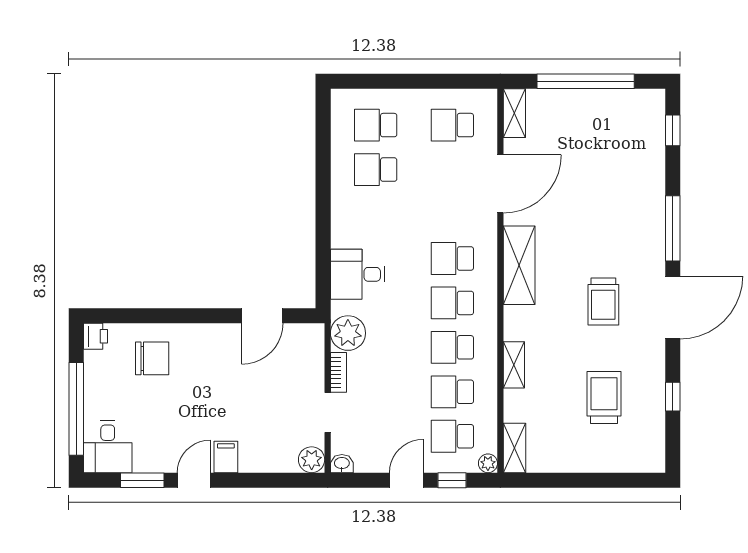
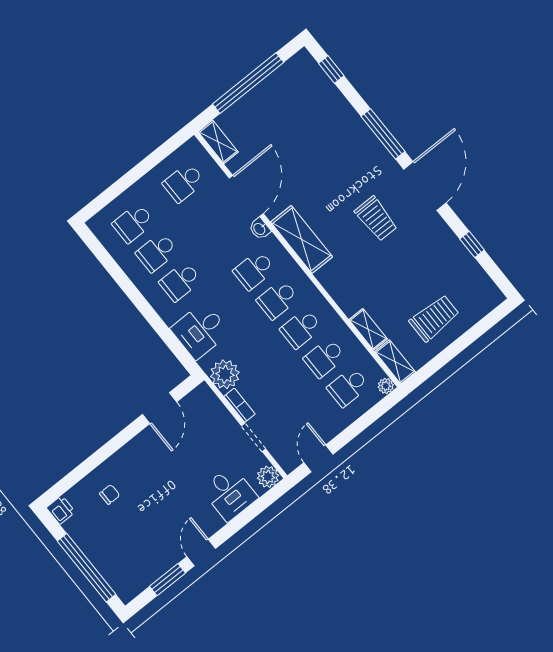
school desk: (376, 214) -> (180, 281), added
chair: (152, 358) -> (110, 494), width x0.54, depth x0.54
shelving: (514, 365) -> (368, 329), moved
trolley: (604, 397) -> (434, 318), moved, turned 90
desk: (108, 447) -> (230, 494), moved
filing cabinet: (226, 457) -> (210, 520), removed
washbasin: (342, 464) -> (260, 229), moved, turned -90
door: (406, 480) -> (318, 458), moved
window: (452, 480) -> (371, 416), removed

